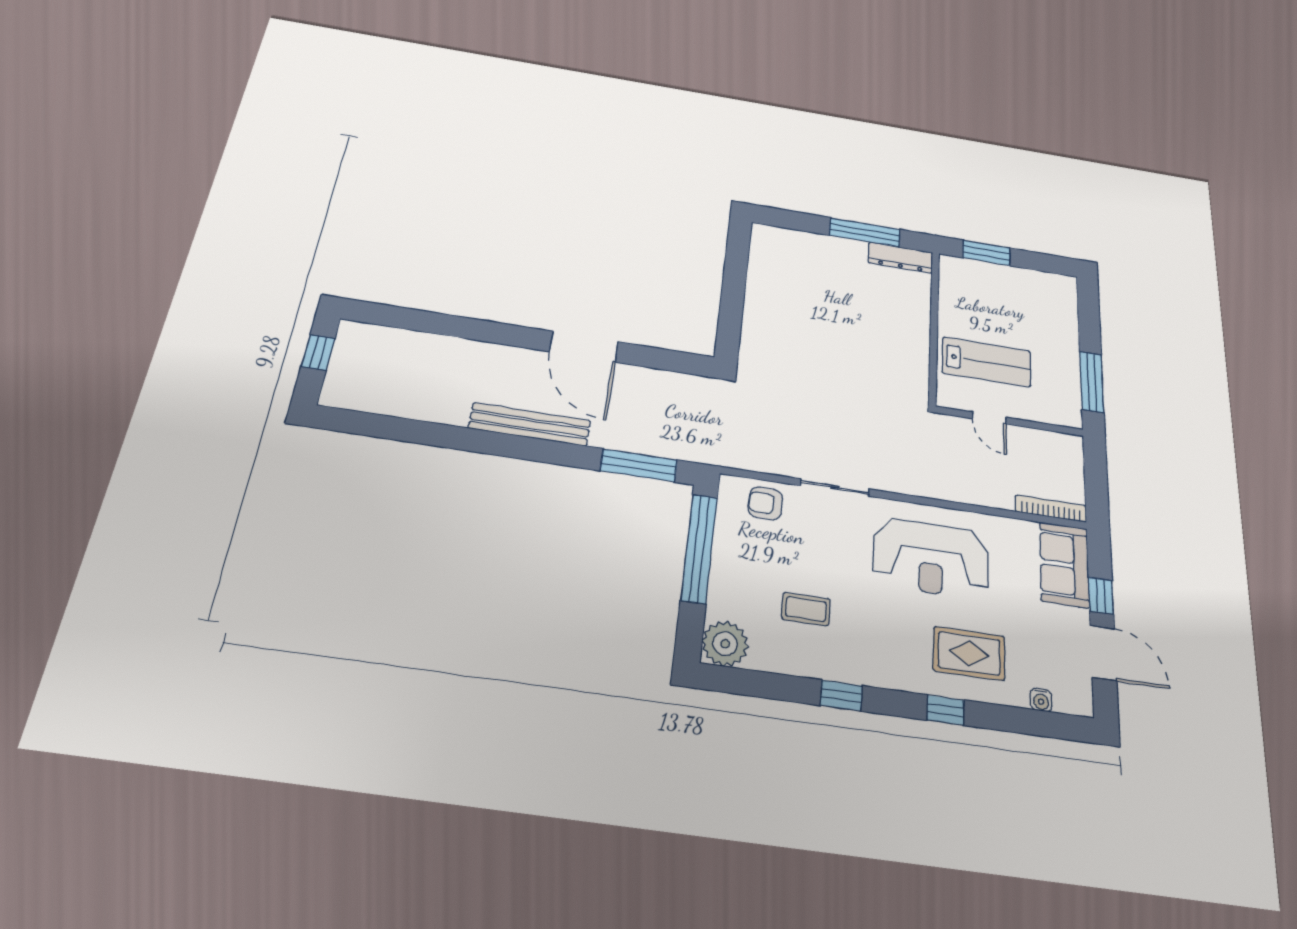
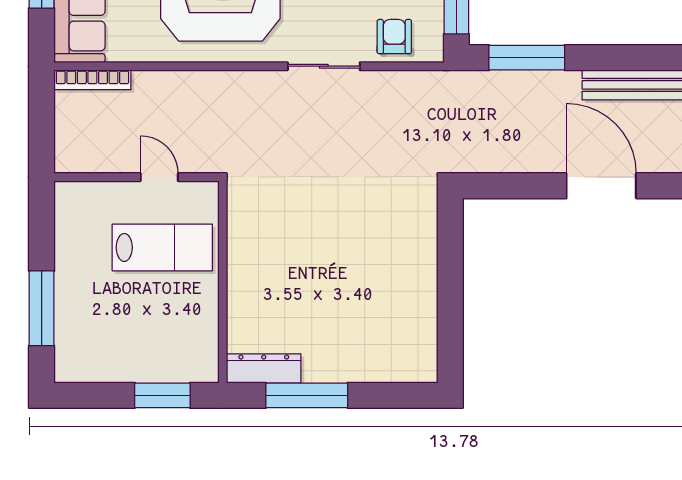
lab bench: (987, 362) -> (162, 247), turned 180
window: (1092, 382) -> (42, 308), moved
armchair: (765, 503) -> (394, 37), turned -92

